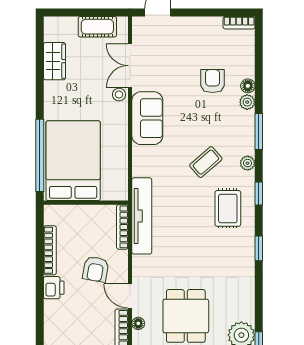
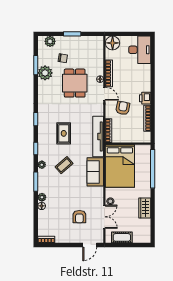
wardrobe: (54, 61) -> (145, 208), moved
armchair: (213, 81) -> (79, 217), moved
sofa: (147, 118) -> (95, 172), moved
bed: (73, 161) -> (120, 166), moved
rug: (228, 208) -> (64, 133), moved

